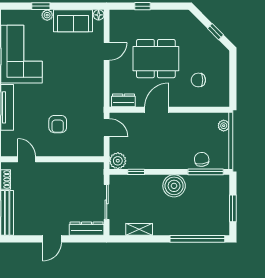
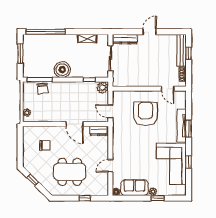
dining table: (156, 59) -> (70, 172), moved
door: (157, 110) -> (75, 124), hinge flipped
armchair: (58, 124) -> (145, 114), width x1.88, depth x1.88

